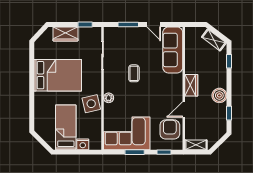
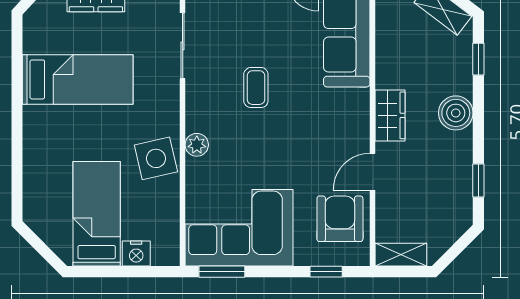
bed: (58, 75) -> (78, 79), width x0.67
boiler: (219, 95) -> (456, 113), moved
window: (135, 152) -> (222, 272), moved

